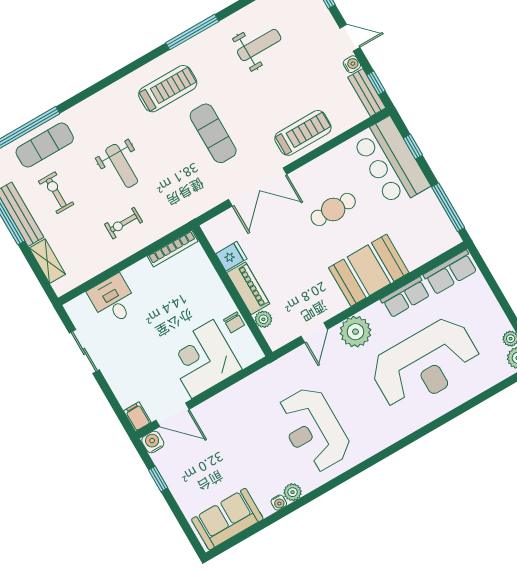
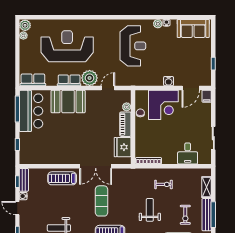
bar counter: (391, 162) -> (31, 111), moved
double door: (258, 187) -> (96, 166), swing flipped
cafe table: (333, 209) -> (68, 137), removed
fridge: (231, 256) -> (123, 147), width x1.88, depth x1.34
row of seats: (405, 297) -> (69, 80), moved
door: (173, 415) -> (191, 88), swing flipped
water cooler: (153, 442) -> (169, 81), moved

